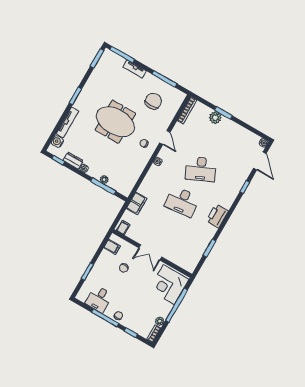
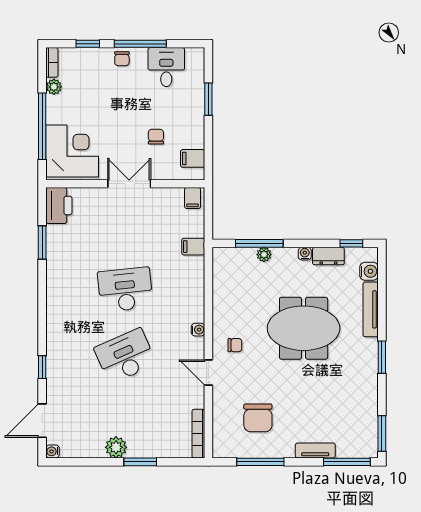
plant: (215, 118) -> (116, 447), moved
meeting table: (115, 122) -> (304, 328), moved
door: (260, 161) -> (42, 421), hinge flipped
filing cabinet: (137, 203) -> (193, 247), width x0.50
printer: (217, 216) -> (59, 206), moved

